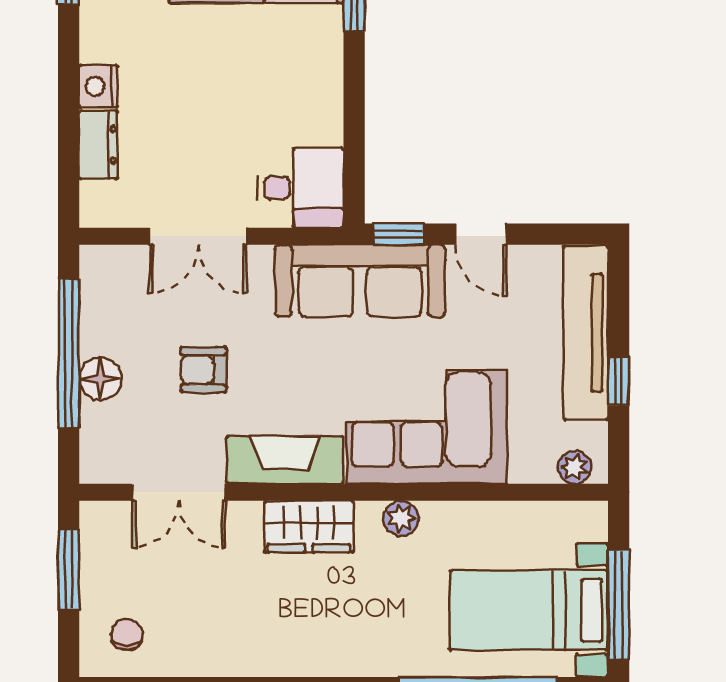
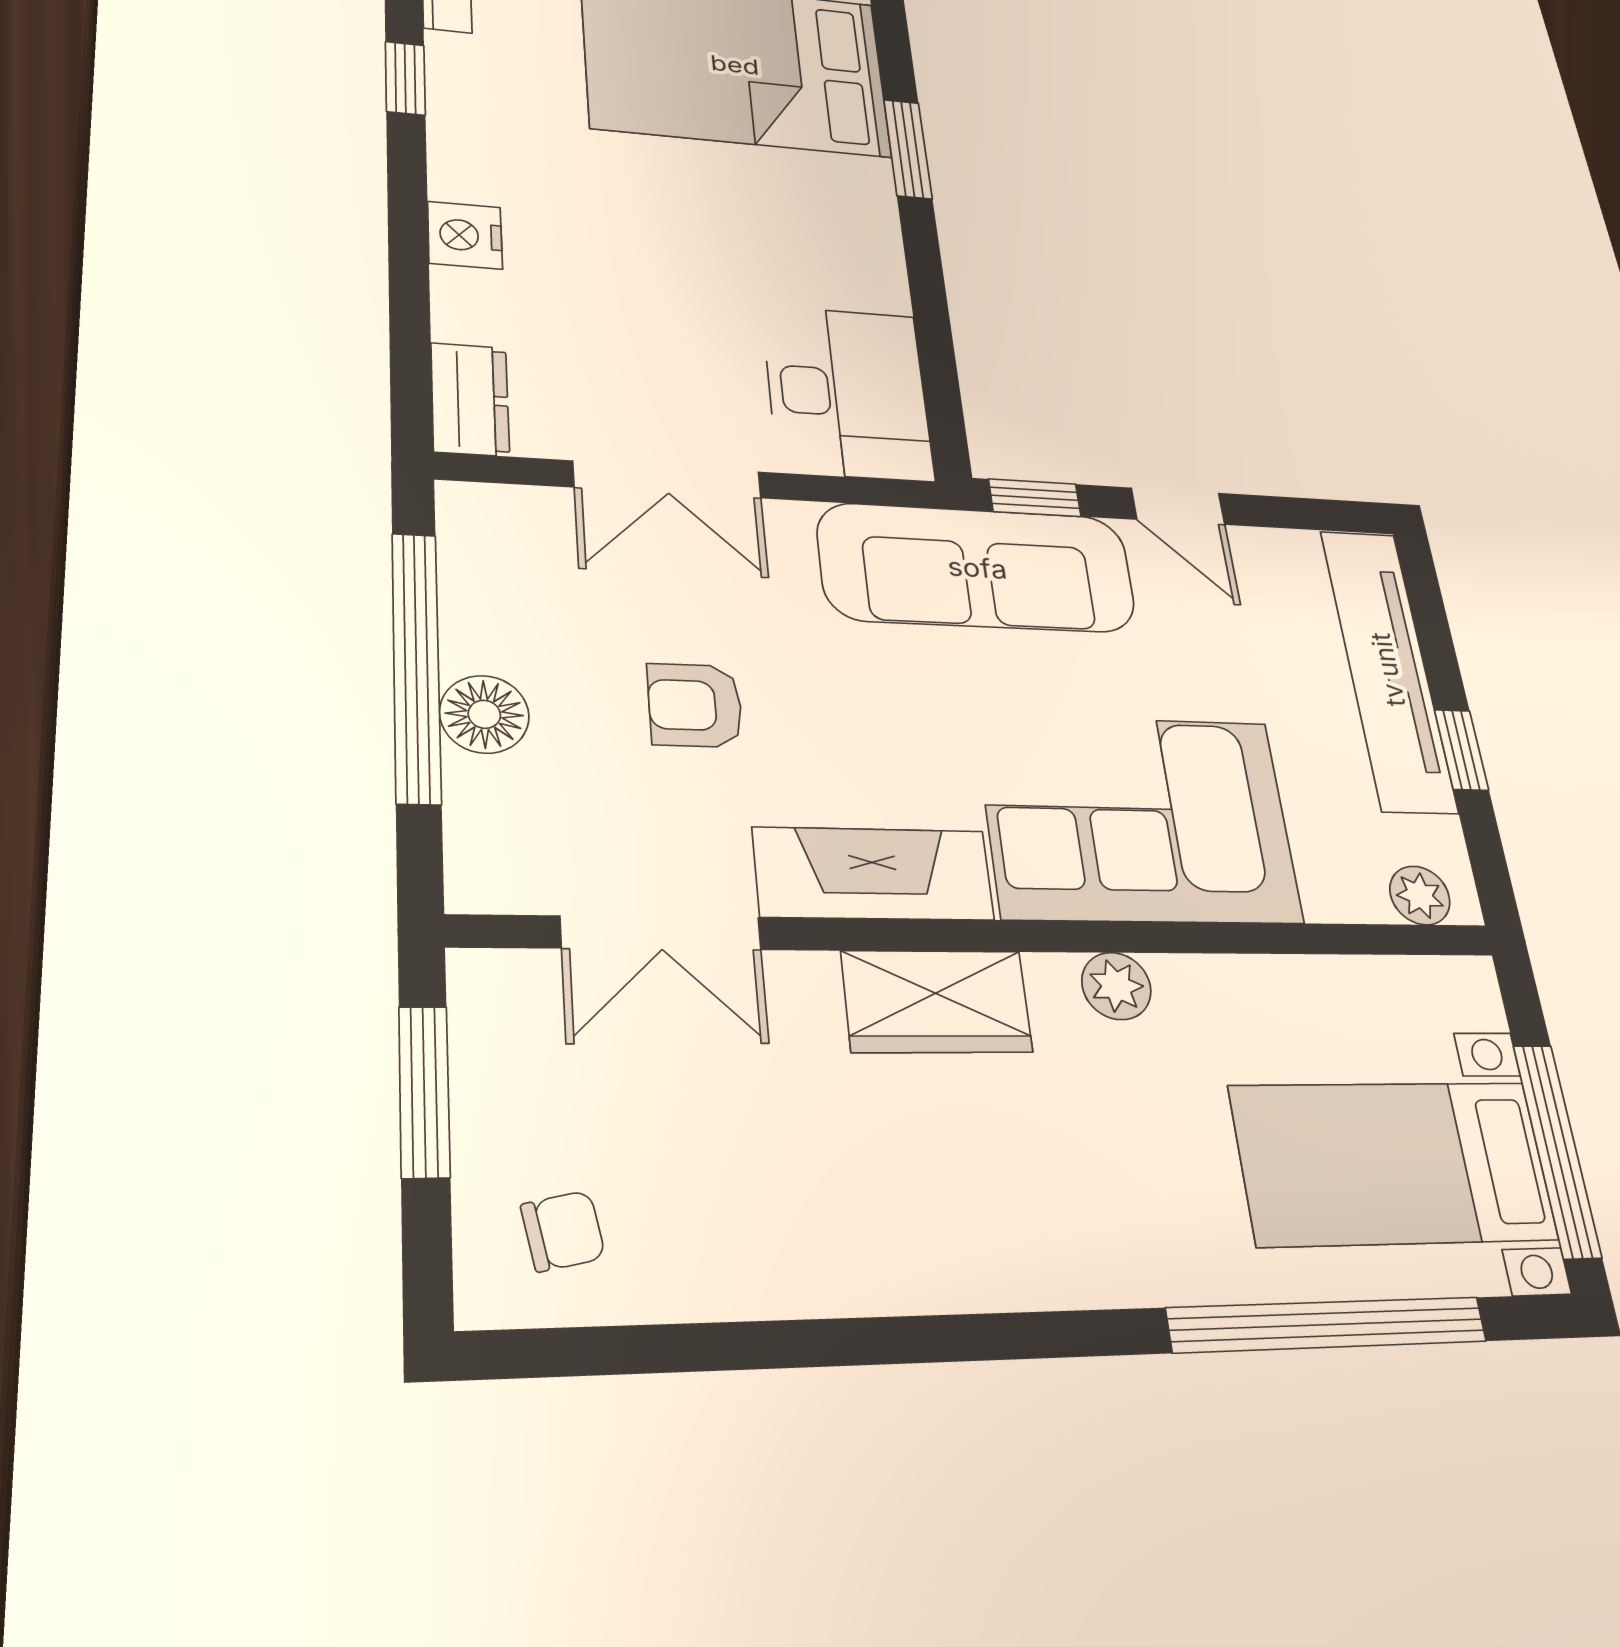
dresser: (98, 145) -> (470, 399), moved
desk: (300, 188) -> (847, 393), width x1.37
chair: (127, 635) -> (563, 1231), turned 79

